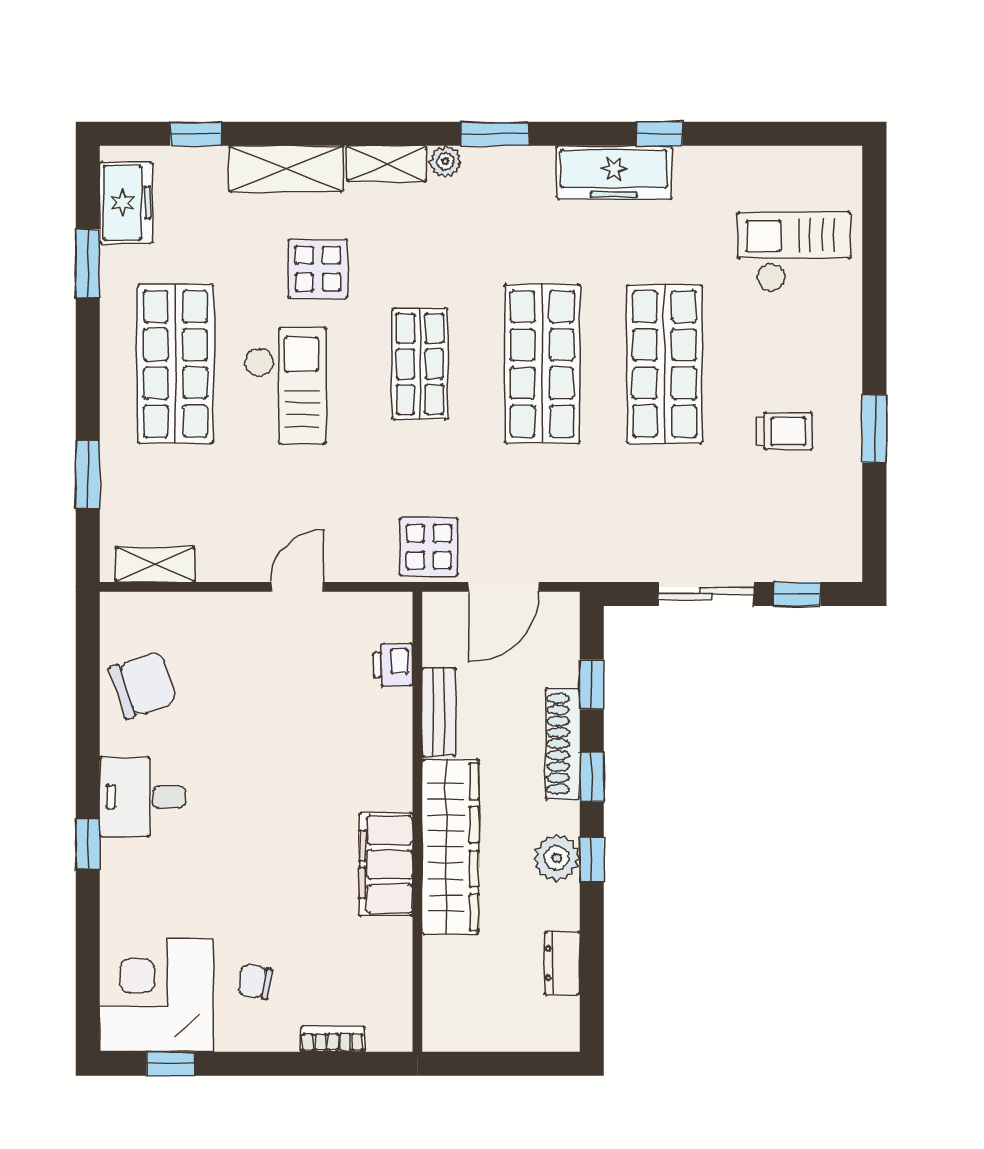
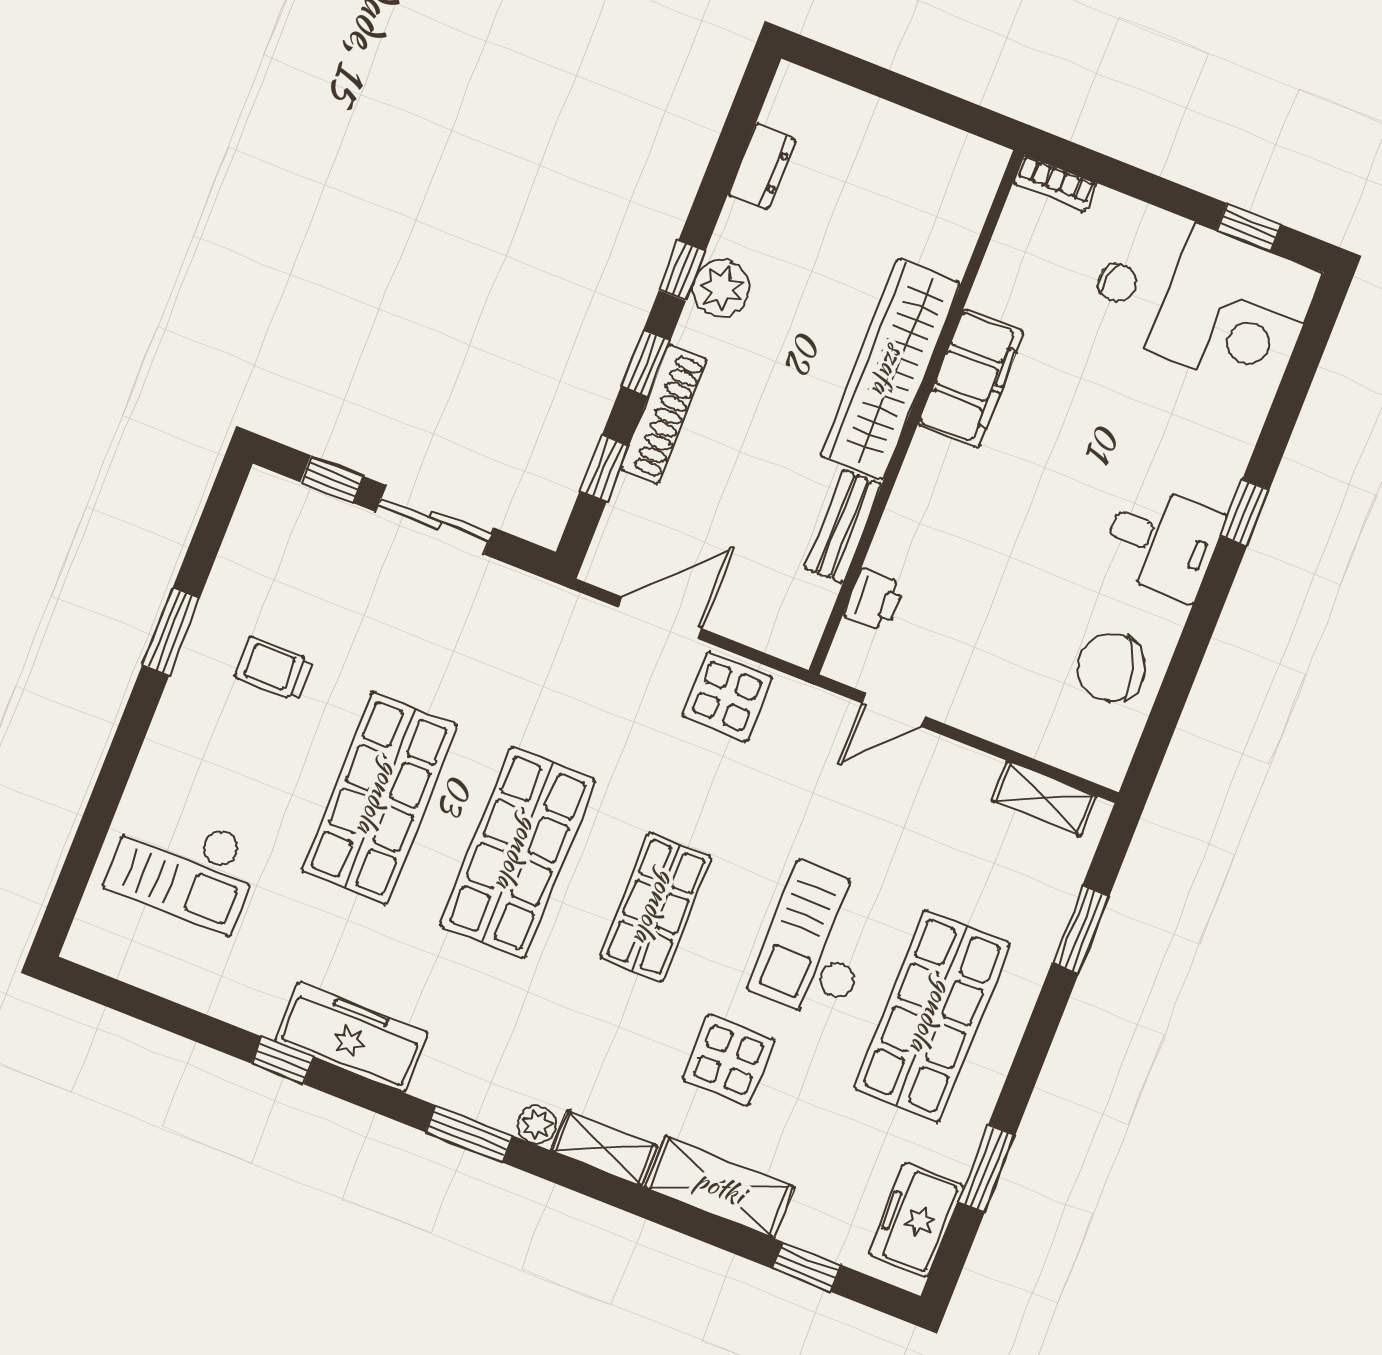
printer: (393, 665) -> (874, 600), moved
bench: (439, 712) -> (843, 526), moved
wall: (417, 822) -> (916, 412), moved
wardrobe: (450, 847) -> (890, 369), moved
filing cabinet: (386, 864) -> (971, 378), moved

